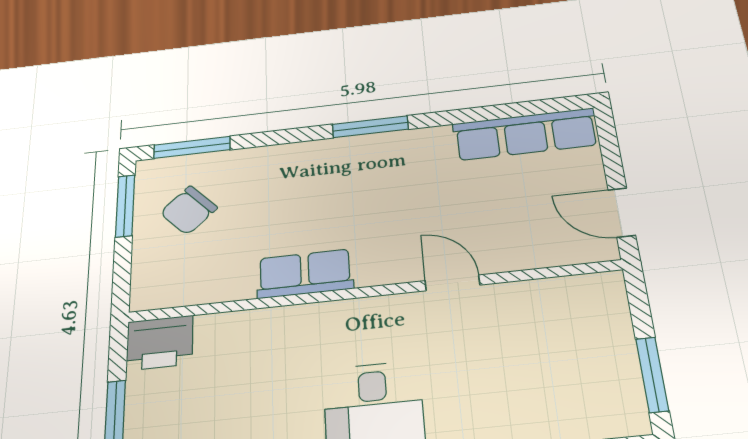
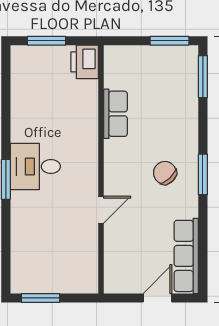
chair: (189, 210) -> (165, 173), moved
door: (622, 212) -> (158, 298), moved
row of seats: (305, 274) -> (115, 114), moved

